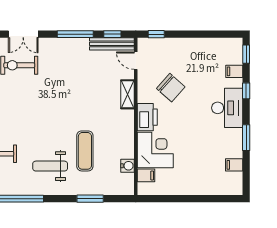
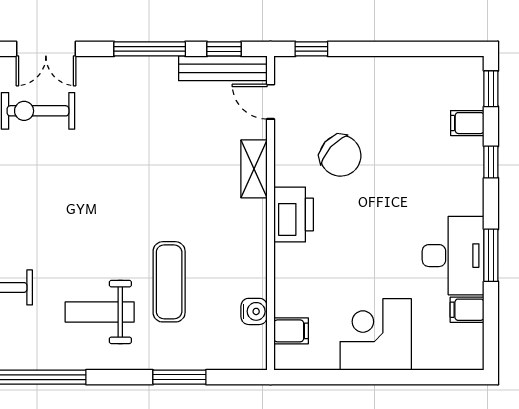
desk: (227, 108) -> (453, 256), moved
corner desk: (155, 150) -> (376, 334), moved, turned -90

